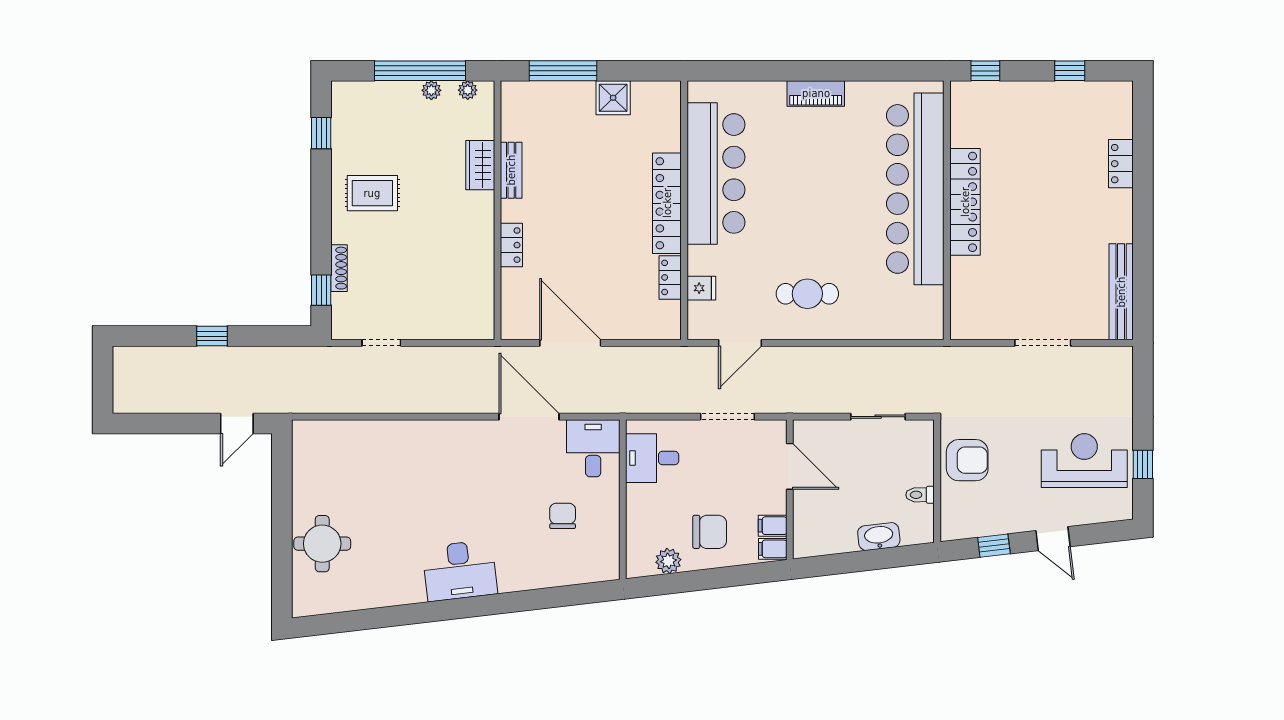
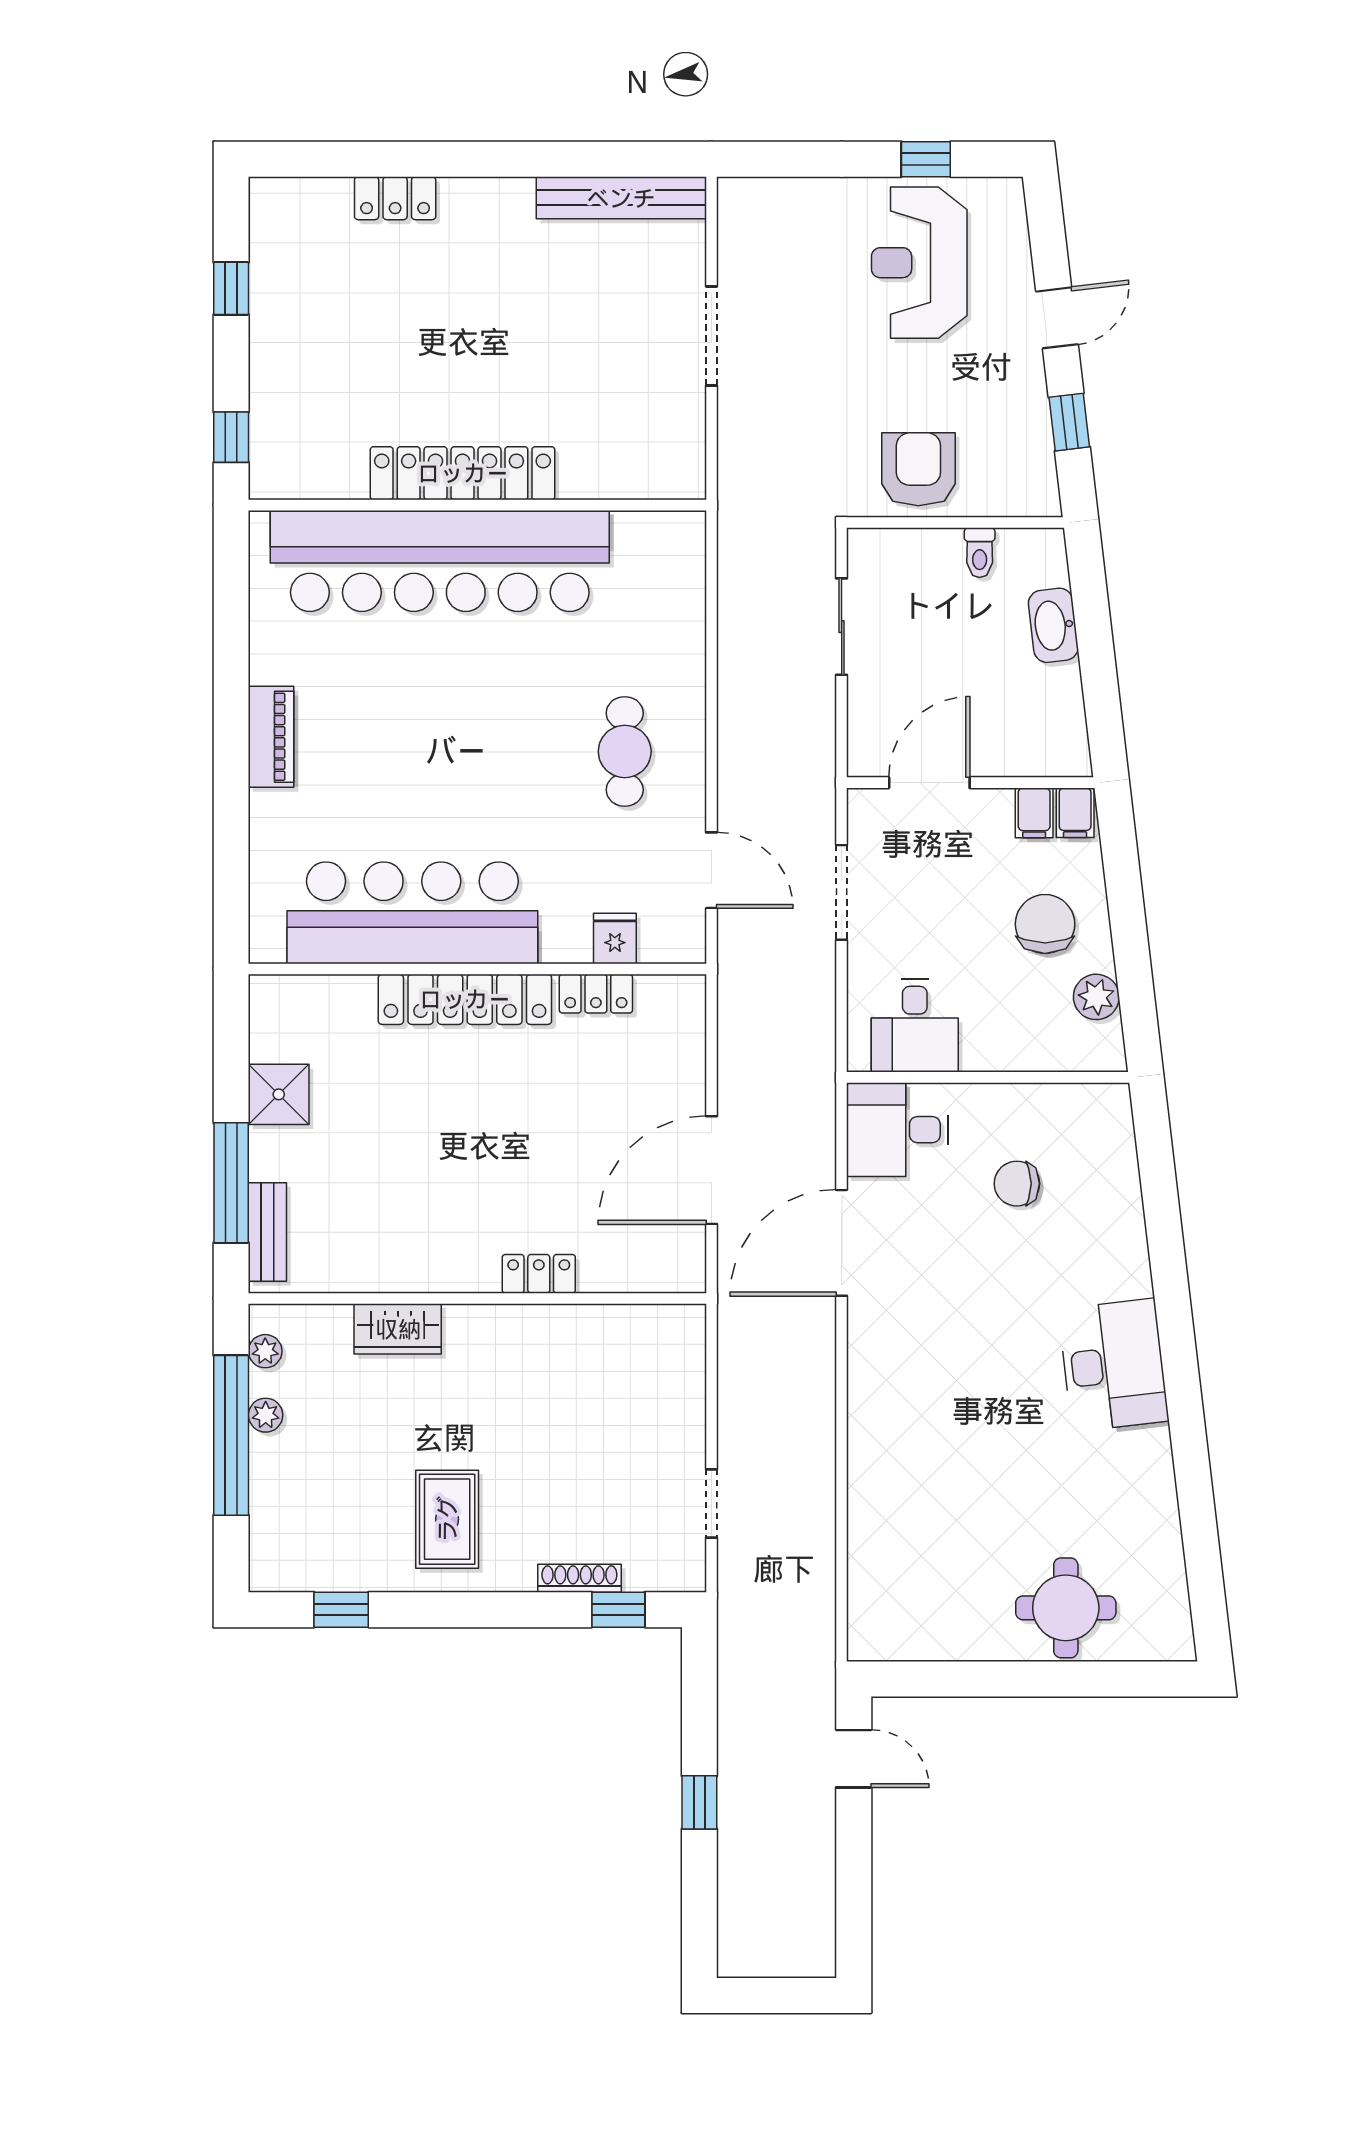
bench: (511, 170) -> (267, 1232), moved, turned 90

